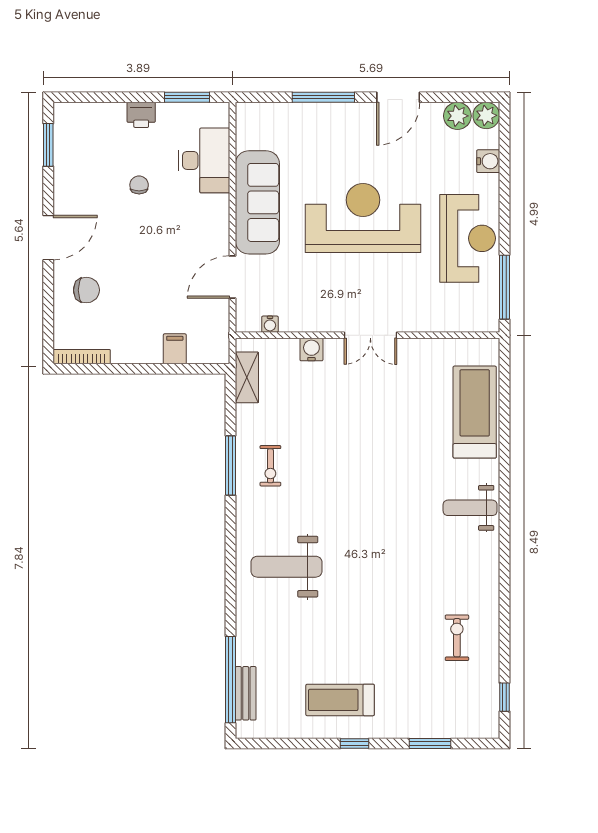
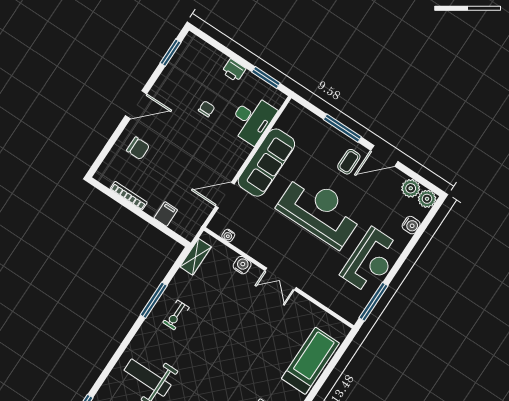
coffee table: (359, 134) -> (349, 162), added
bookcase: (82, 357) -> (129, 196), moved

